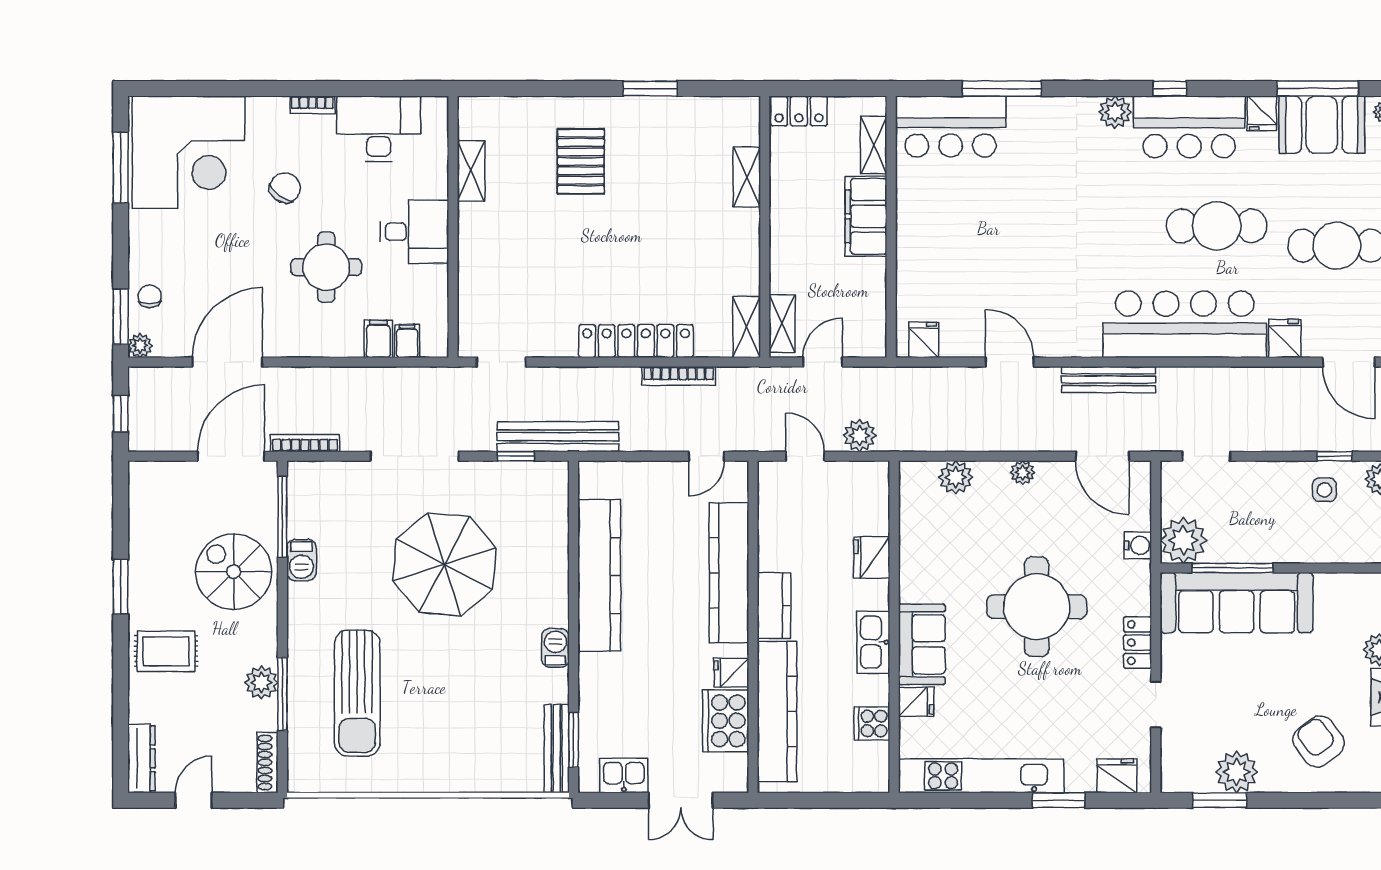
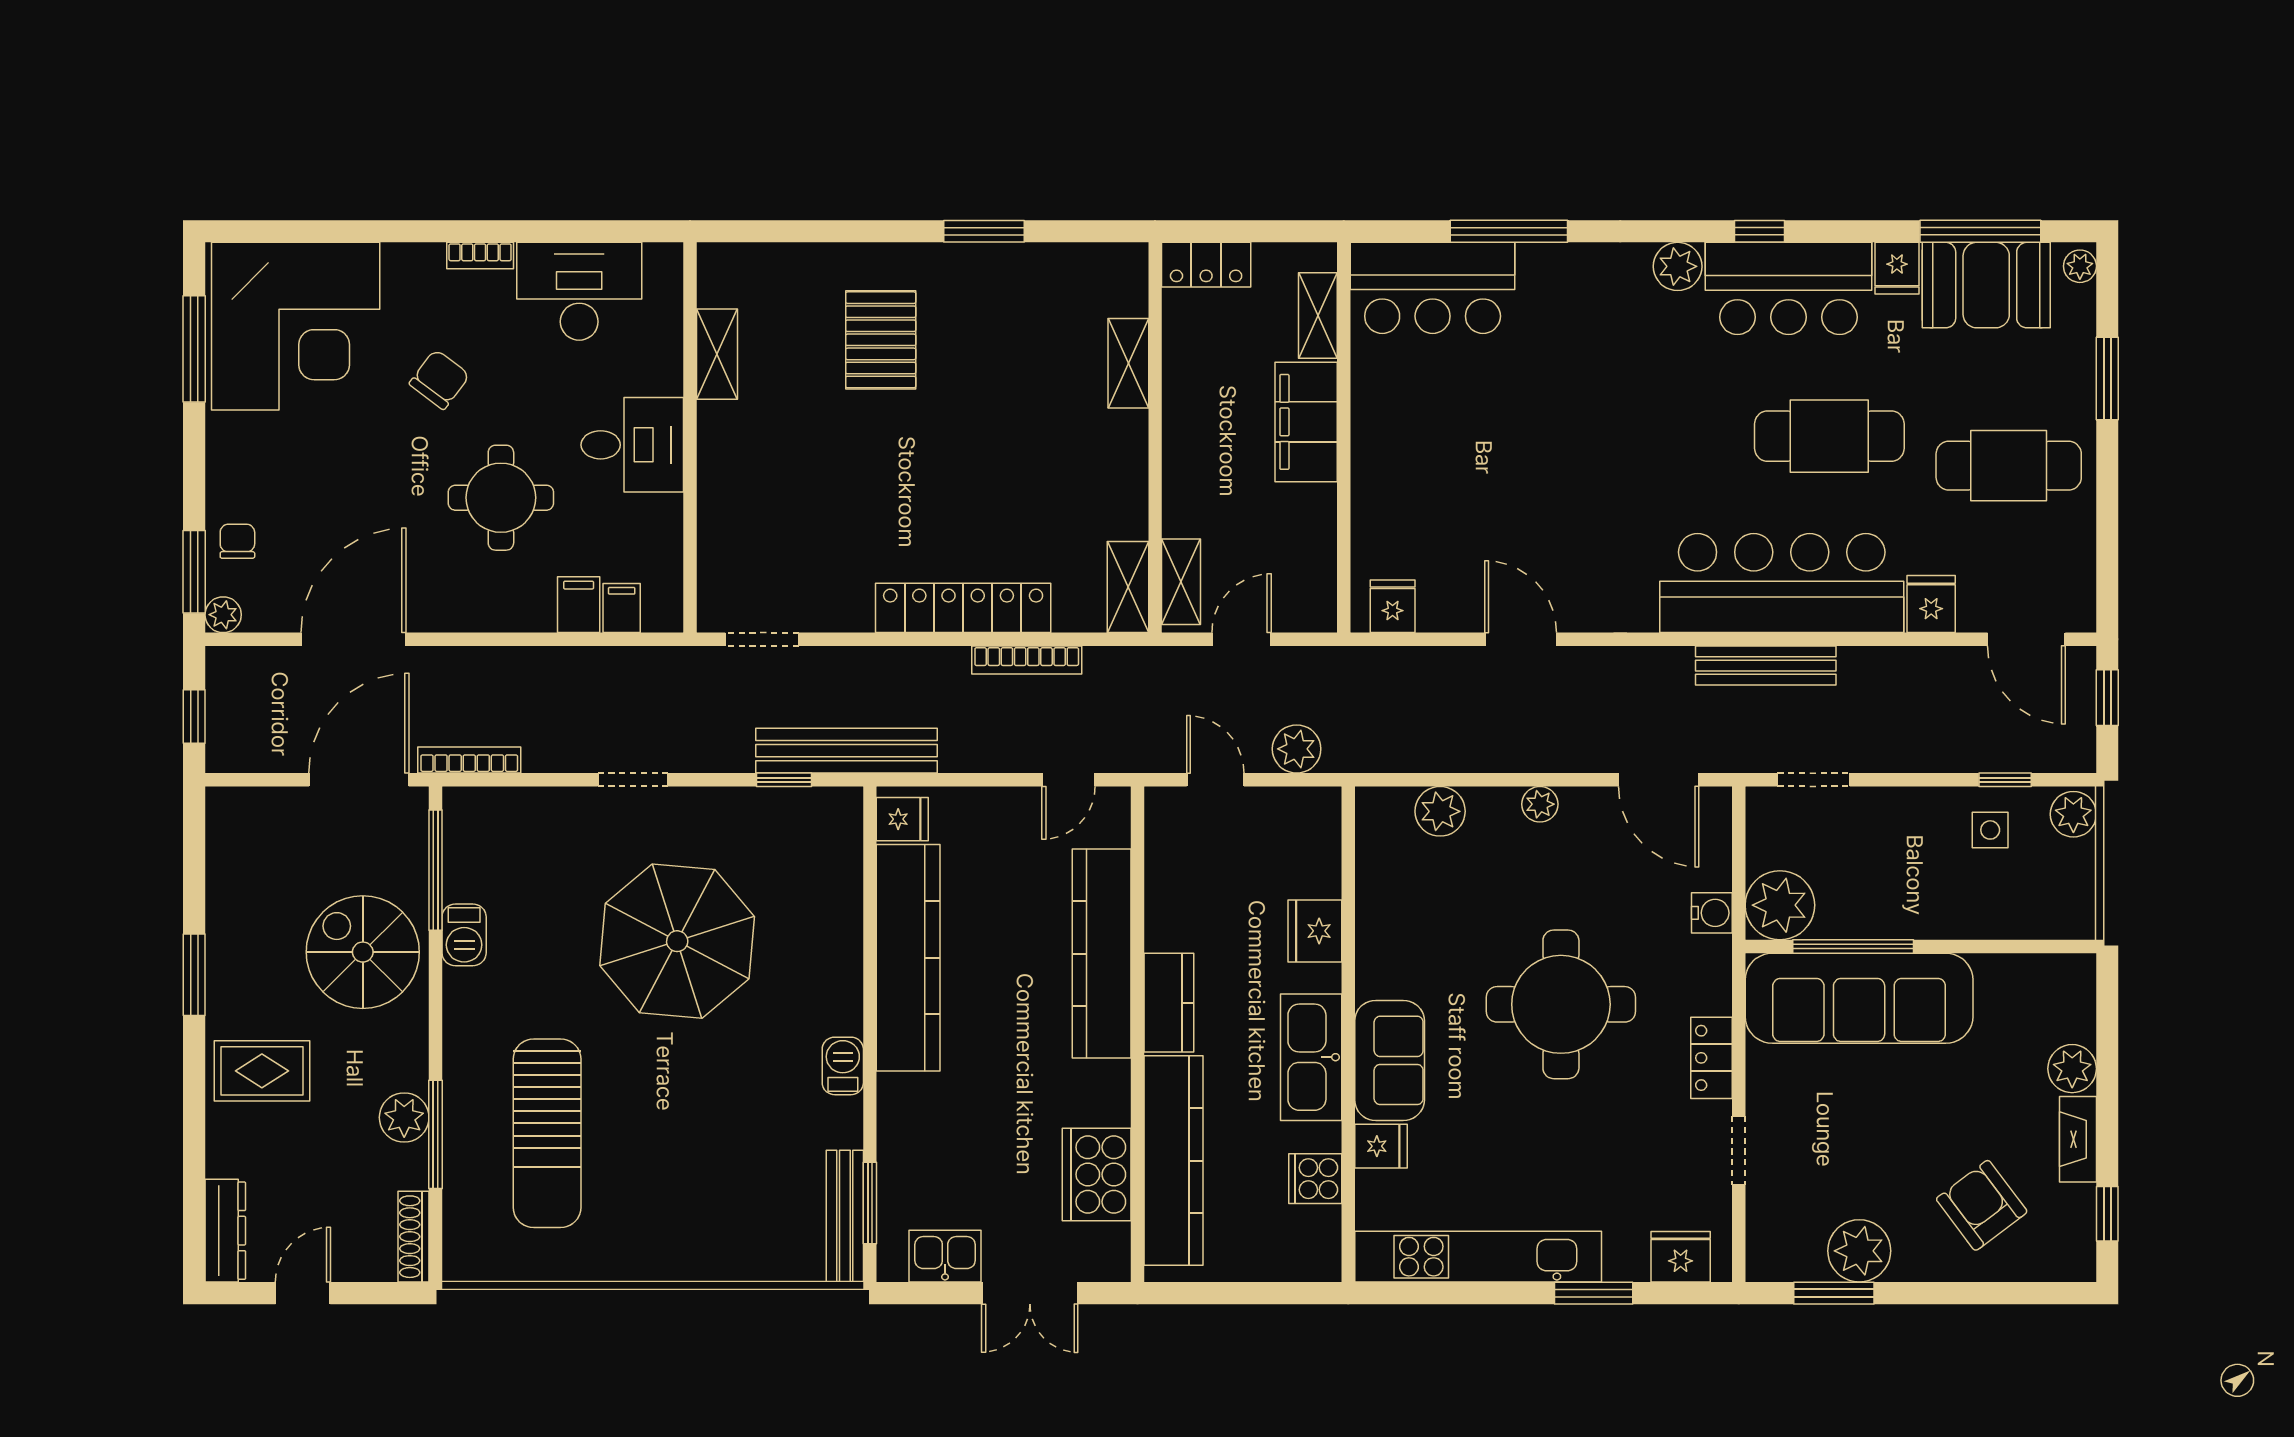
bench: (1108, 380) -> (1766, 666), moved
doorway: (415, 456) -> (633, 780), width x0.53
kitchen sink: (873, 642) -> (1311, 1057), width x1.36, depth x1.24
fridge: (731, 673) -> (902, 819), moved, turned 180

